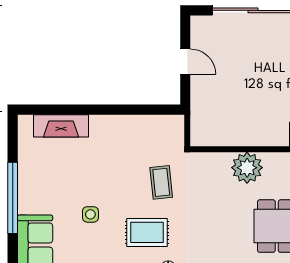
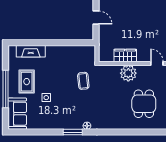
wardrobe: (241, 134) -> (125, 55), added
rug: (147, 232) -> (27, 82), moved, turned 90

